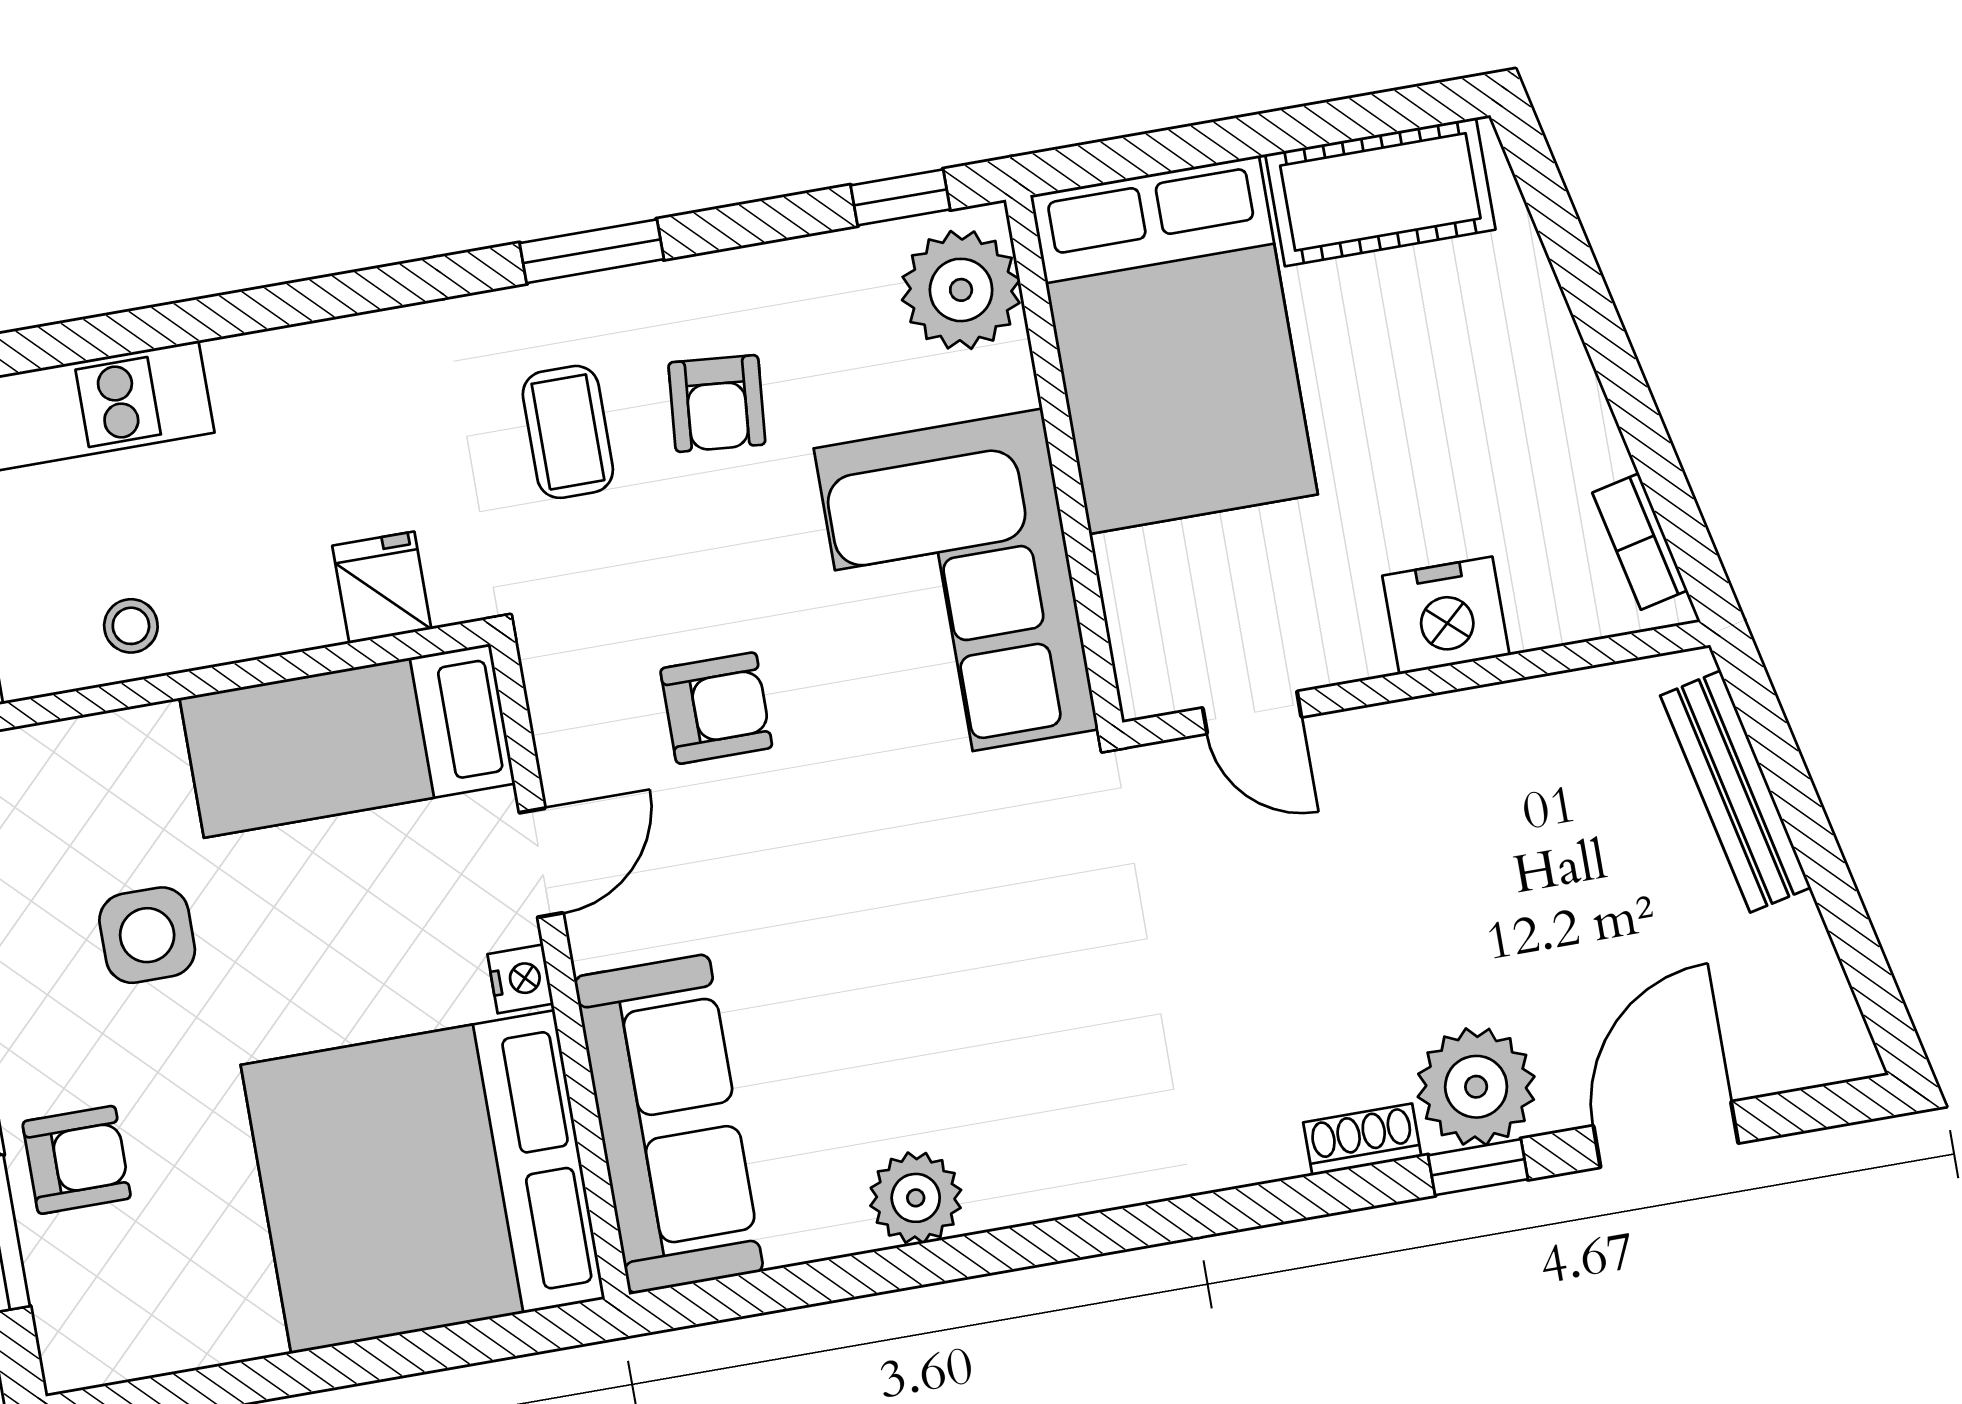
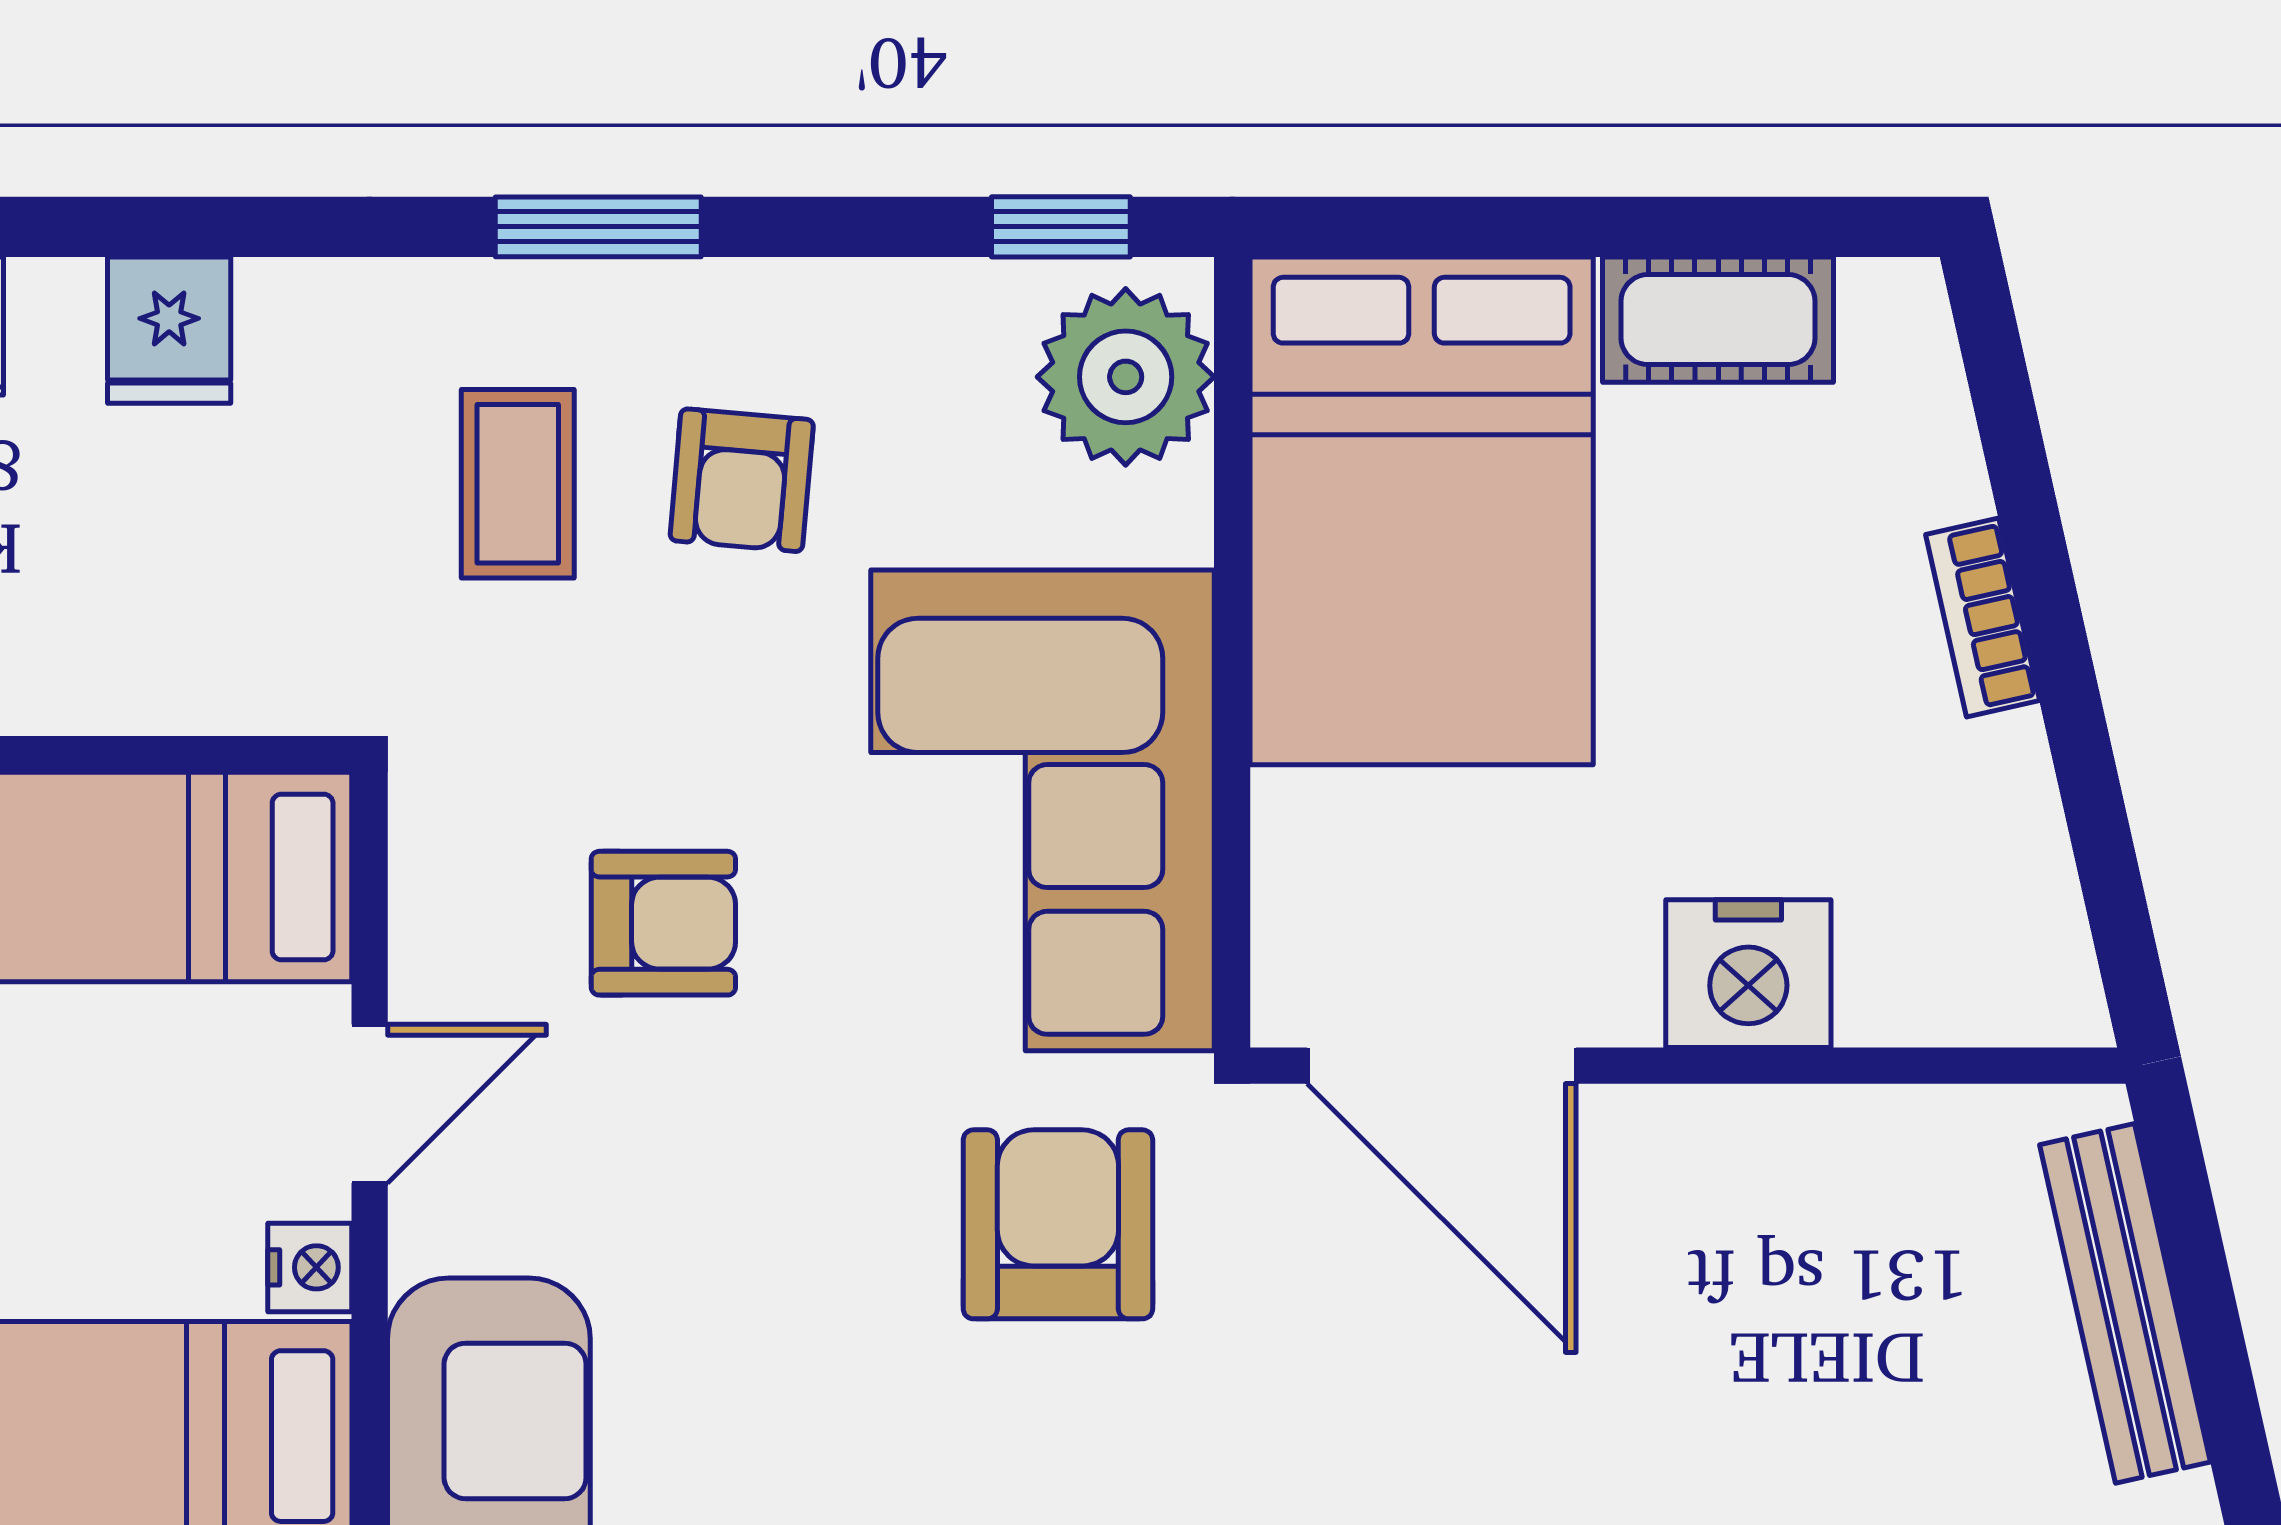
cot: (1380, 192) -> (1718, 320), width x0.73, depth x0.75
bookcase: (1640, 542) -> (1983, 618), moved
fridge: (382, 587) -> (169, 330), moved, turned 180
door: (1252, 712) -> (1442, 1066), width x1.87
armchair: (1015, 863) -> (1058, 1224), added

